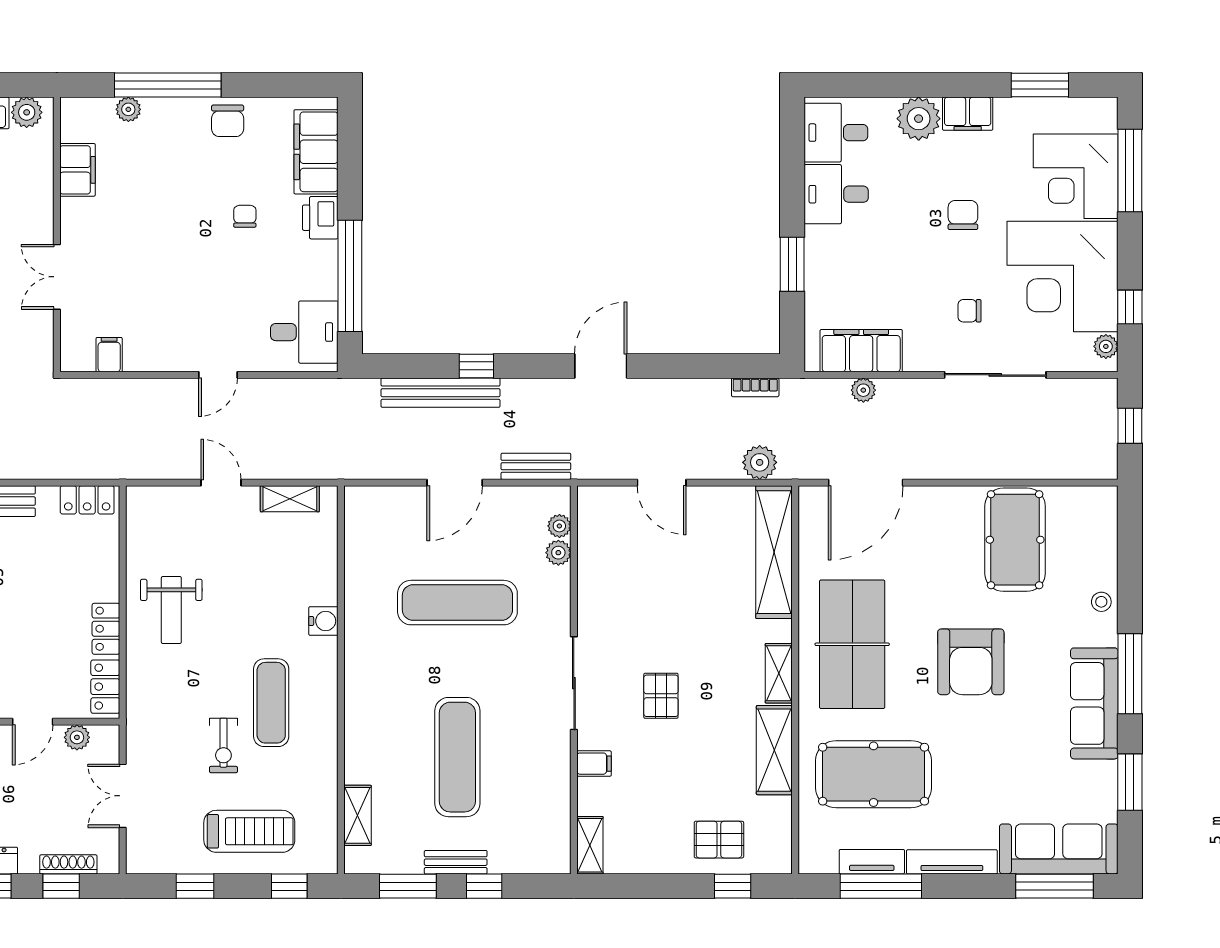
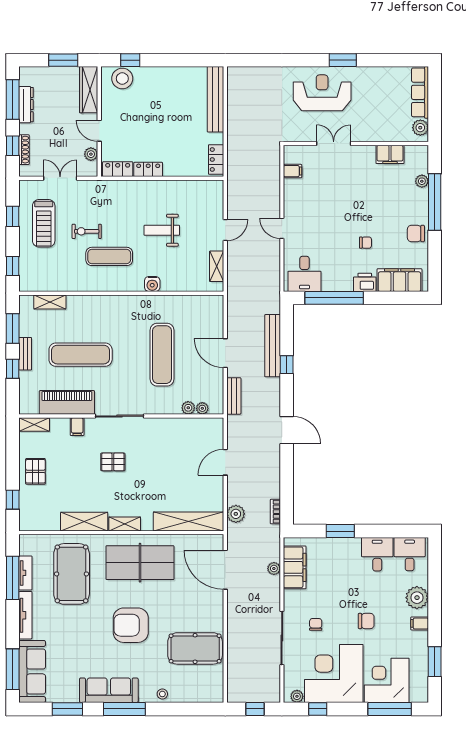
filing cabinet: (968, 114) -> (420, 623), width x0.50
weight bench: (171, 610) -> (162, 230), moved
piano: (548, 783) -> (67, 402), added
treadmill: (249, 831) -> (44, 223), moved
pallet: (719, 840) -> (35, 471), moved

